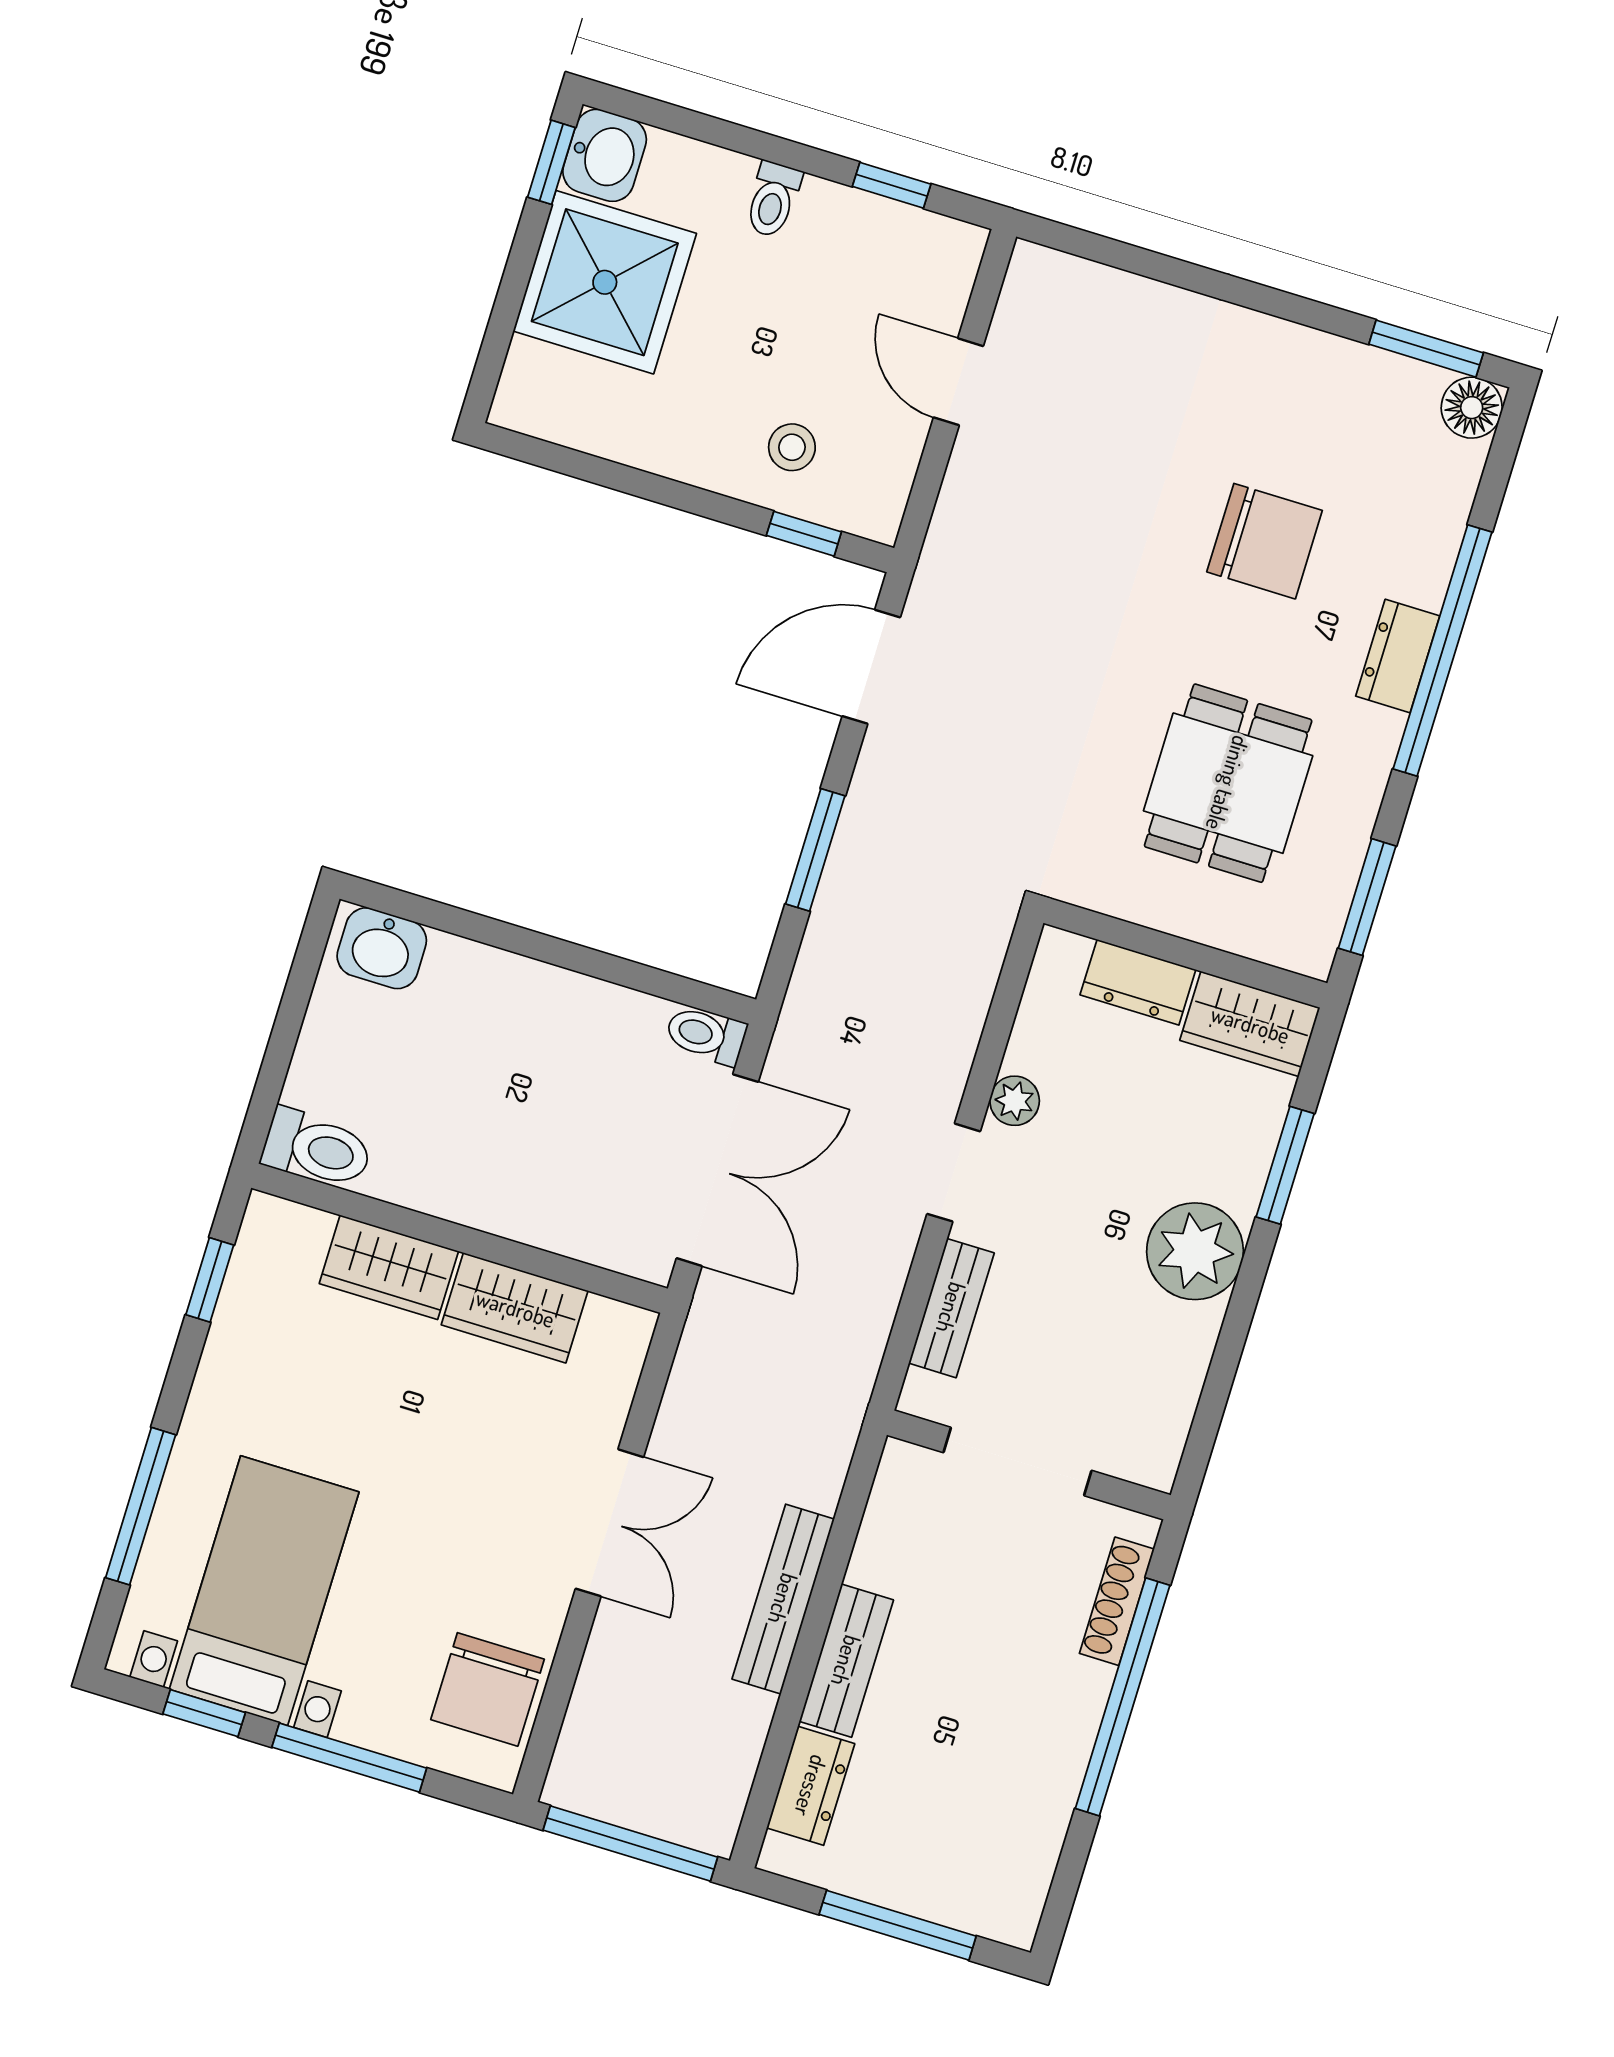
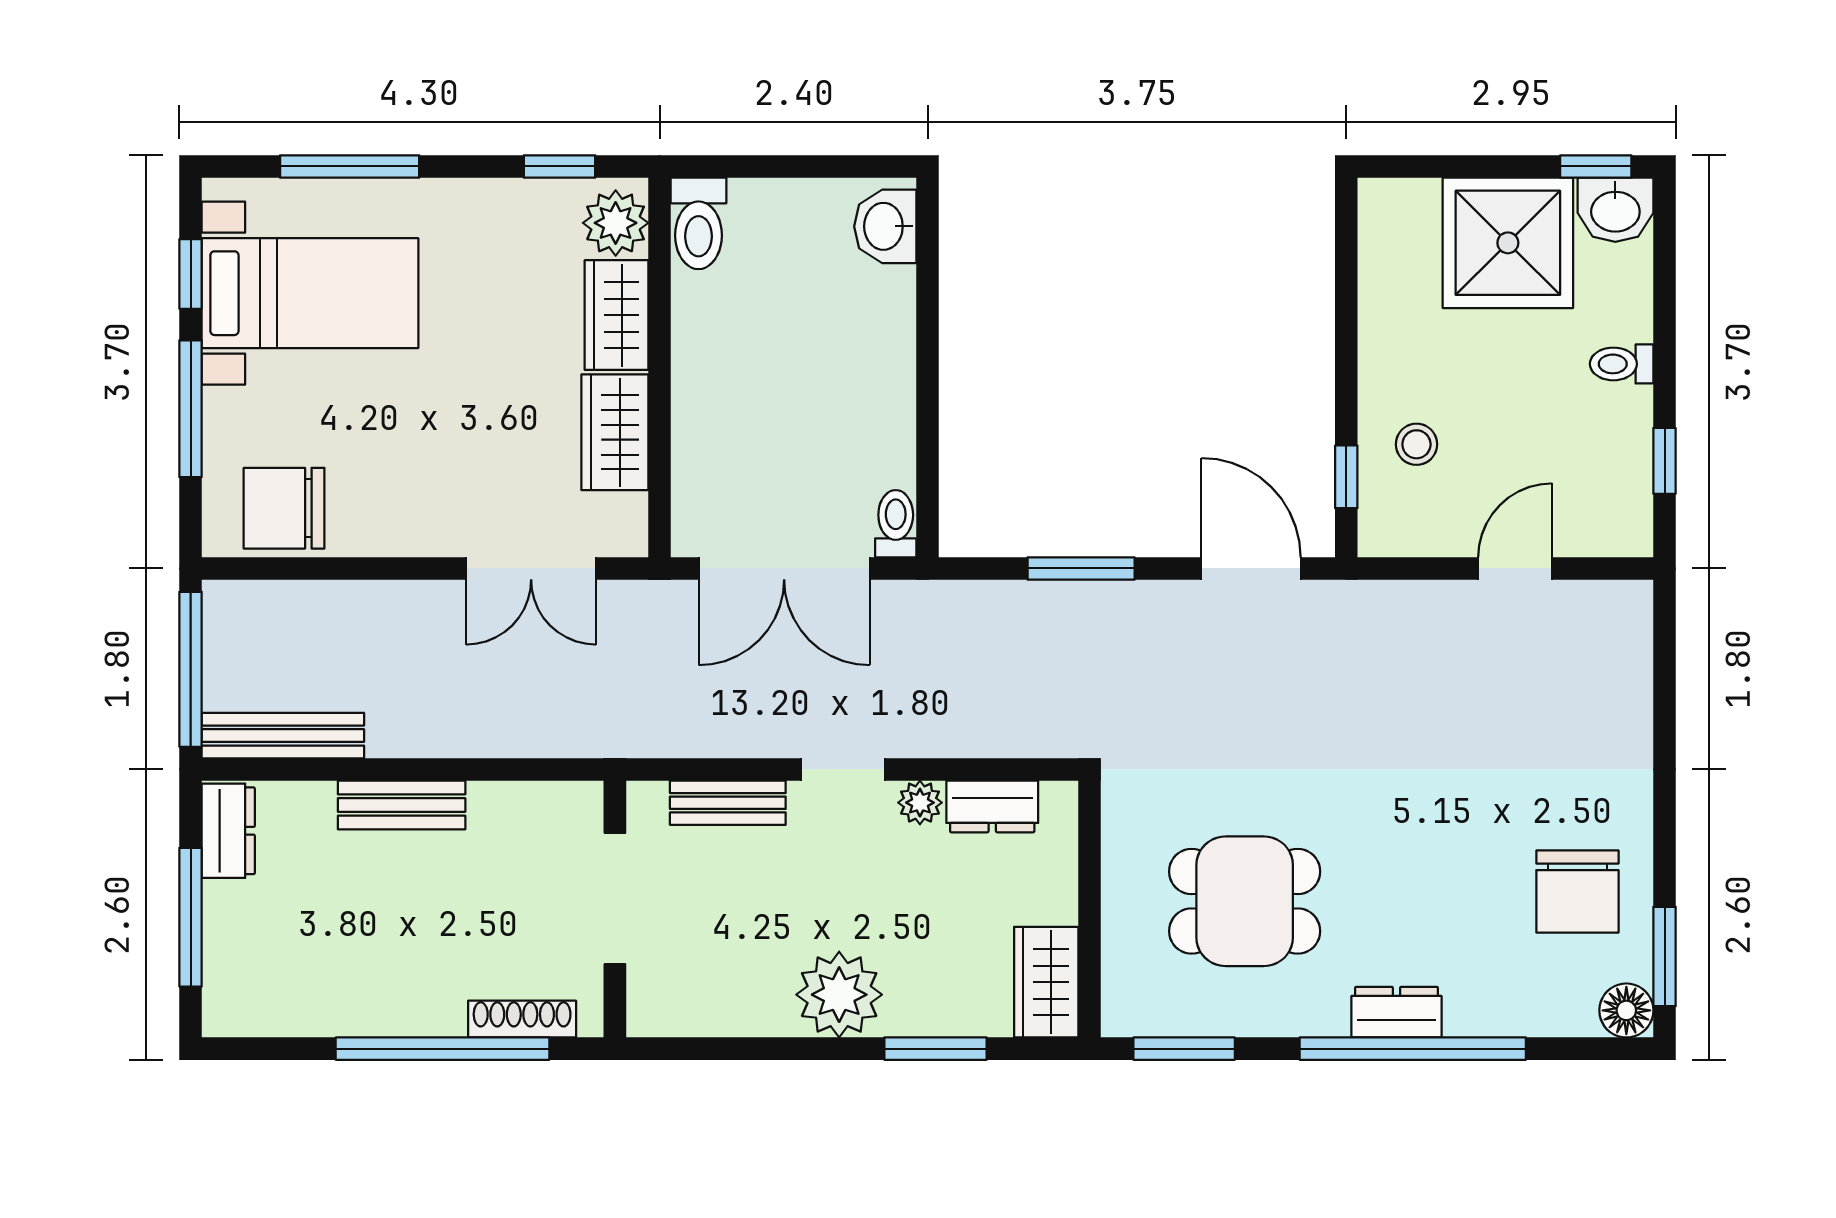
chair: (1265, 541) -> (1577, 891), moved
dresser: (1138, 982) -> (992, 806), moved, turned -90
plant: (289, 1238) -> (616, 223), added
double door: (610, 1523) -> (531, 568), moved
bench: (783, 1599) -> (283, 736), moved
dresser: (811, 1786) -> (228, 831), moved, turned -90

